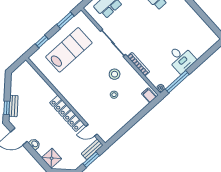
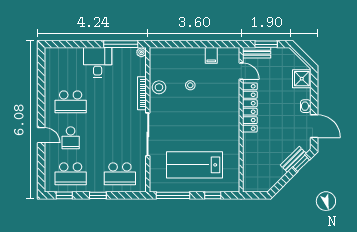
window: (65, 20) -> (173, 195), width x1.44
school desk: (176, 21) -> (71, 102), added
stool: (115, 74) -> (159, 87), moved
filing cabinet: (149, 95) -> (211, 55), moved

